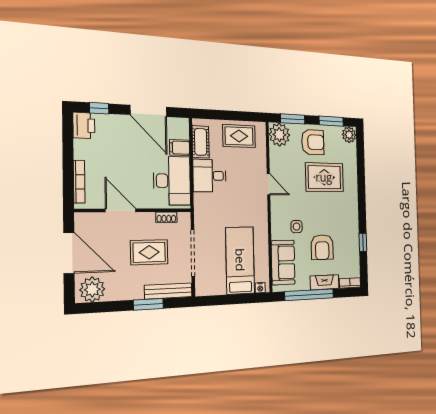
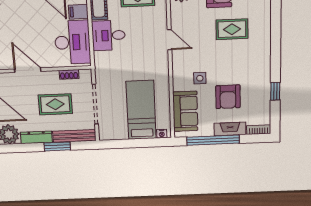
rug: (324, 177) -> (232, 29), width x0.73, depth x0.70
dresser: (125, 293) -> (36, 137), added

